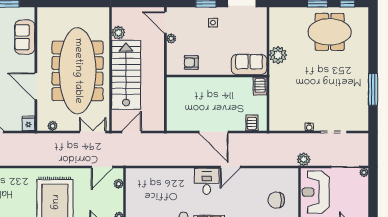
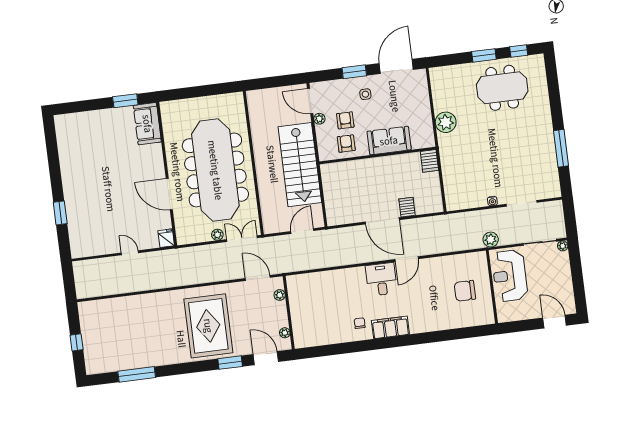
plant: (118, 33) -> (257, 120), removed
sofa: (25, 37) -> (147, 124), moved
armchair: (193, 43) -> (345, 120), added
armchair: (191, 62) -> (346, 144), turned 90
sofa: (249, 64) -> (389, 141), moved
stairs: (126, 75) -> (300, 165), moved, turned 180
server rack: (252, 123) -> (407, 207), moved
plant: (53, 126) -> (217, 235), moved
door: (132, 132) -> (302, 231), moved
door: (102, 167) -> (258, 278), swing flipped

